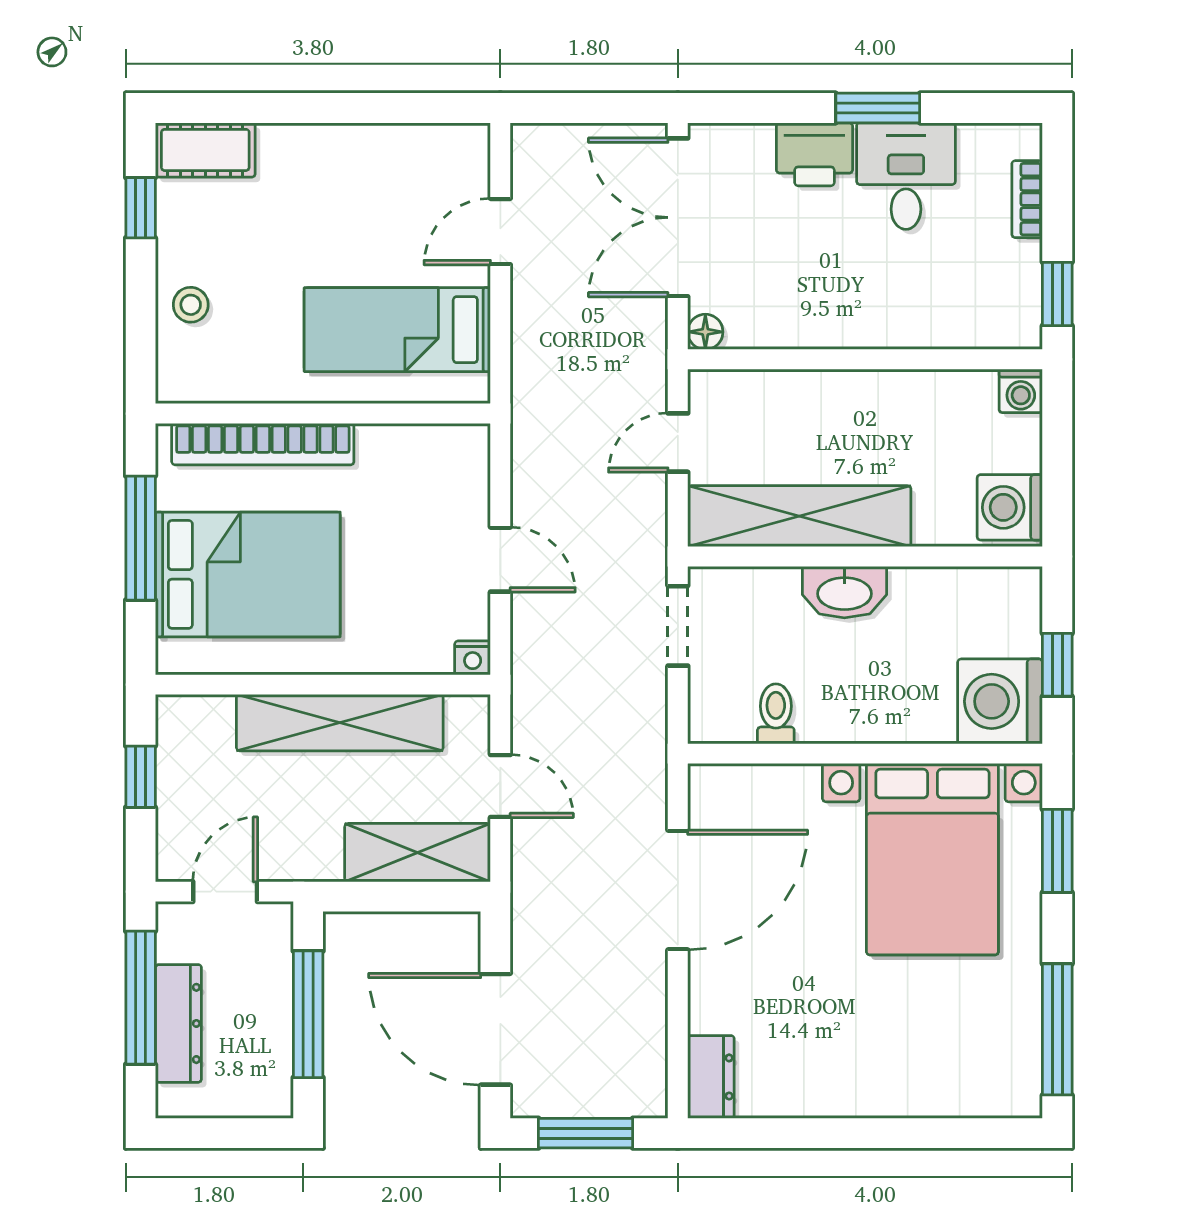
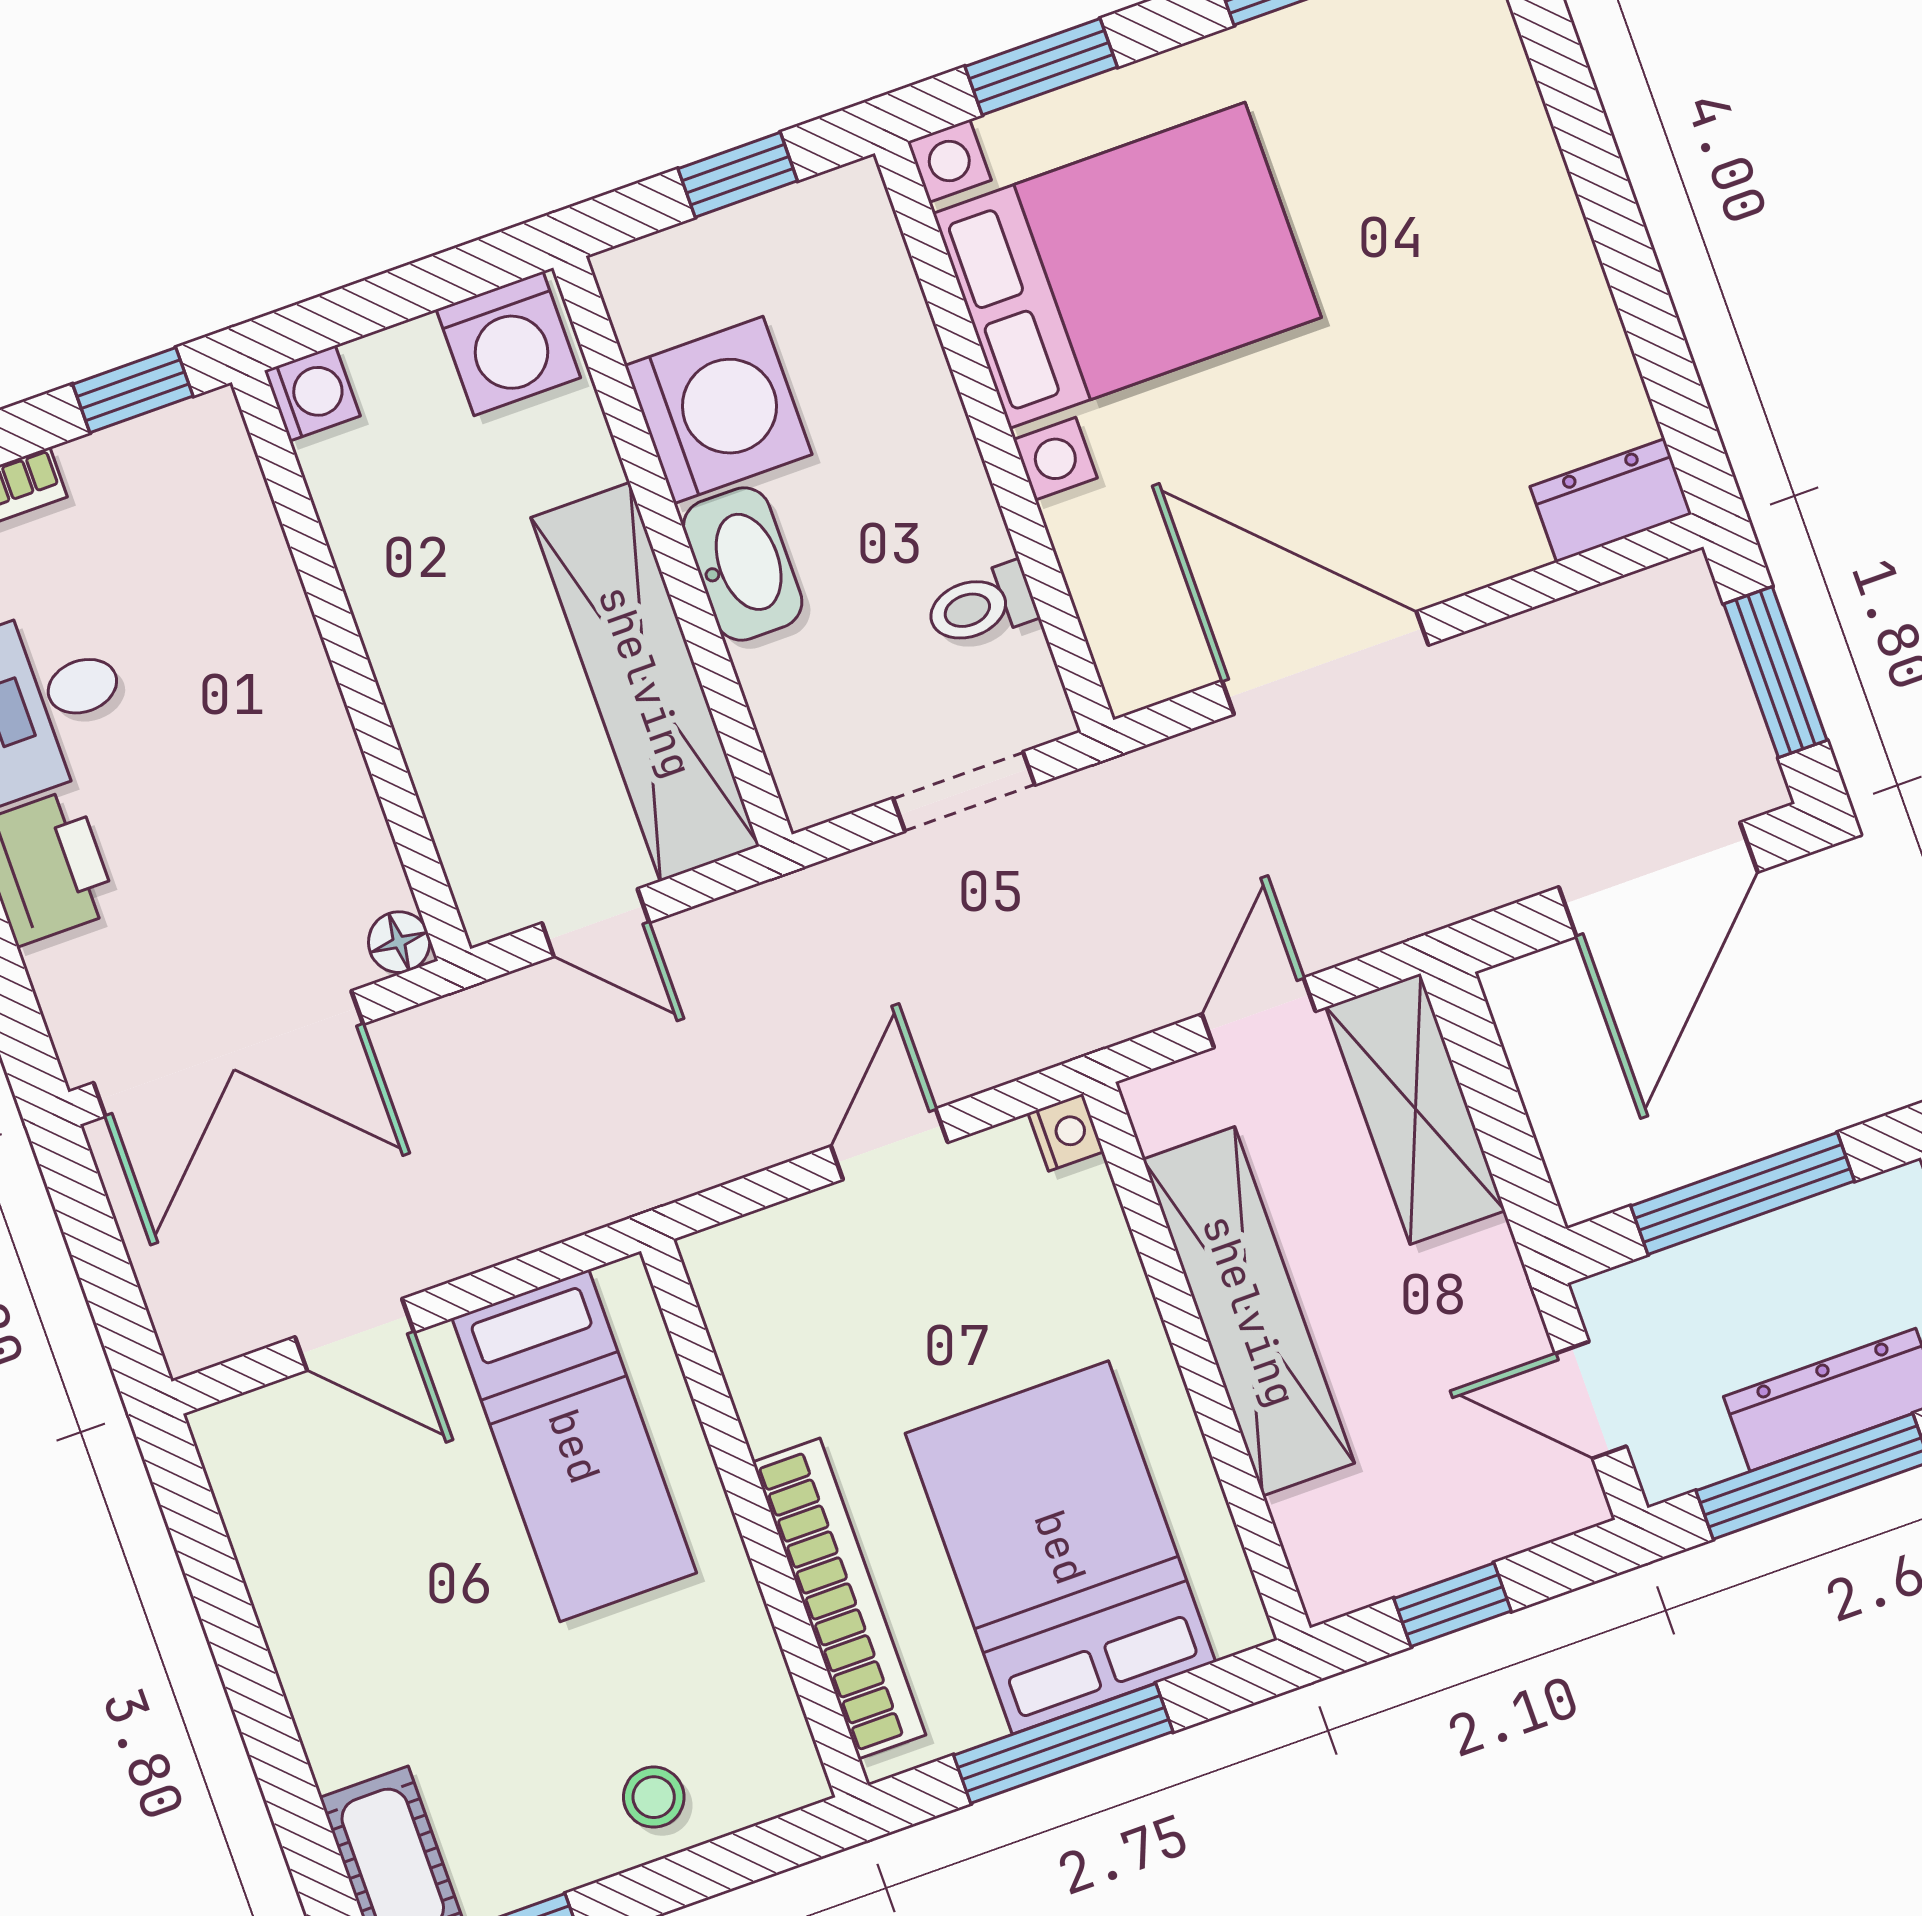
doorway: (678, 626) -> (964, 792), moved
washing machine: (1000, 701) -> (718, 410), moved, turned -90

